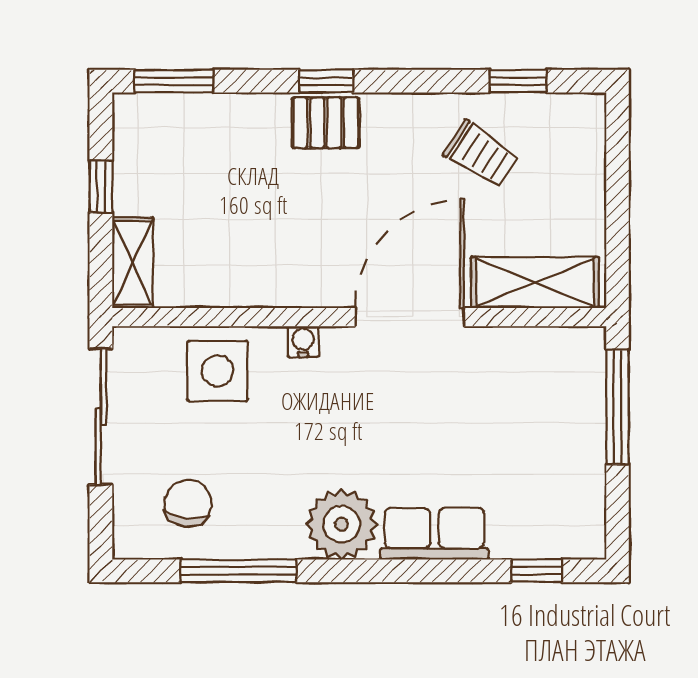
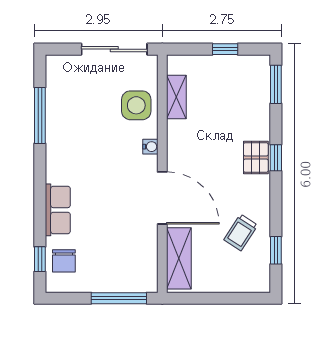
shelving: (133, 263) -> (176, 97), moved, turned 90
chair: (188, 503) -> (64, 261), moved, turned 83
plant: (342, 524) -> (62, 165), removed

